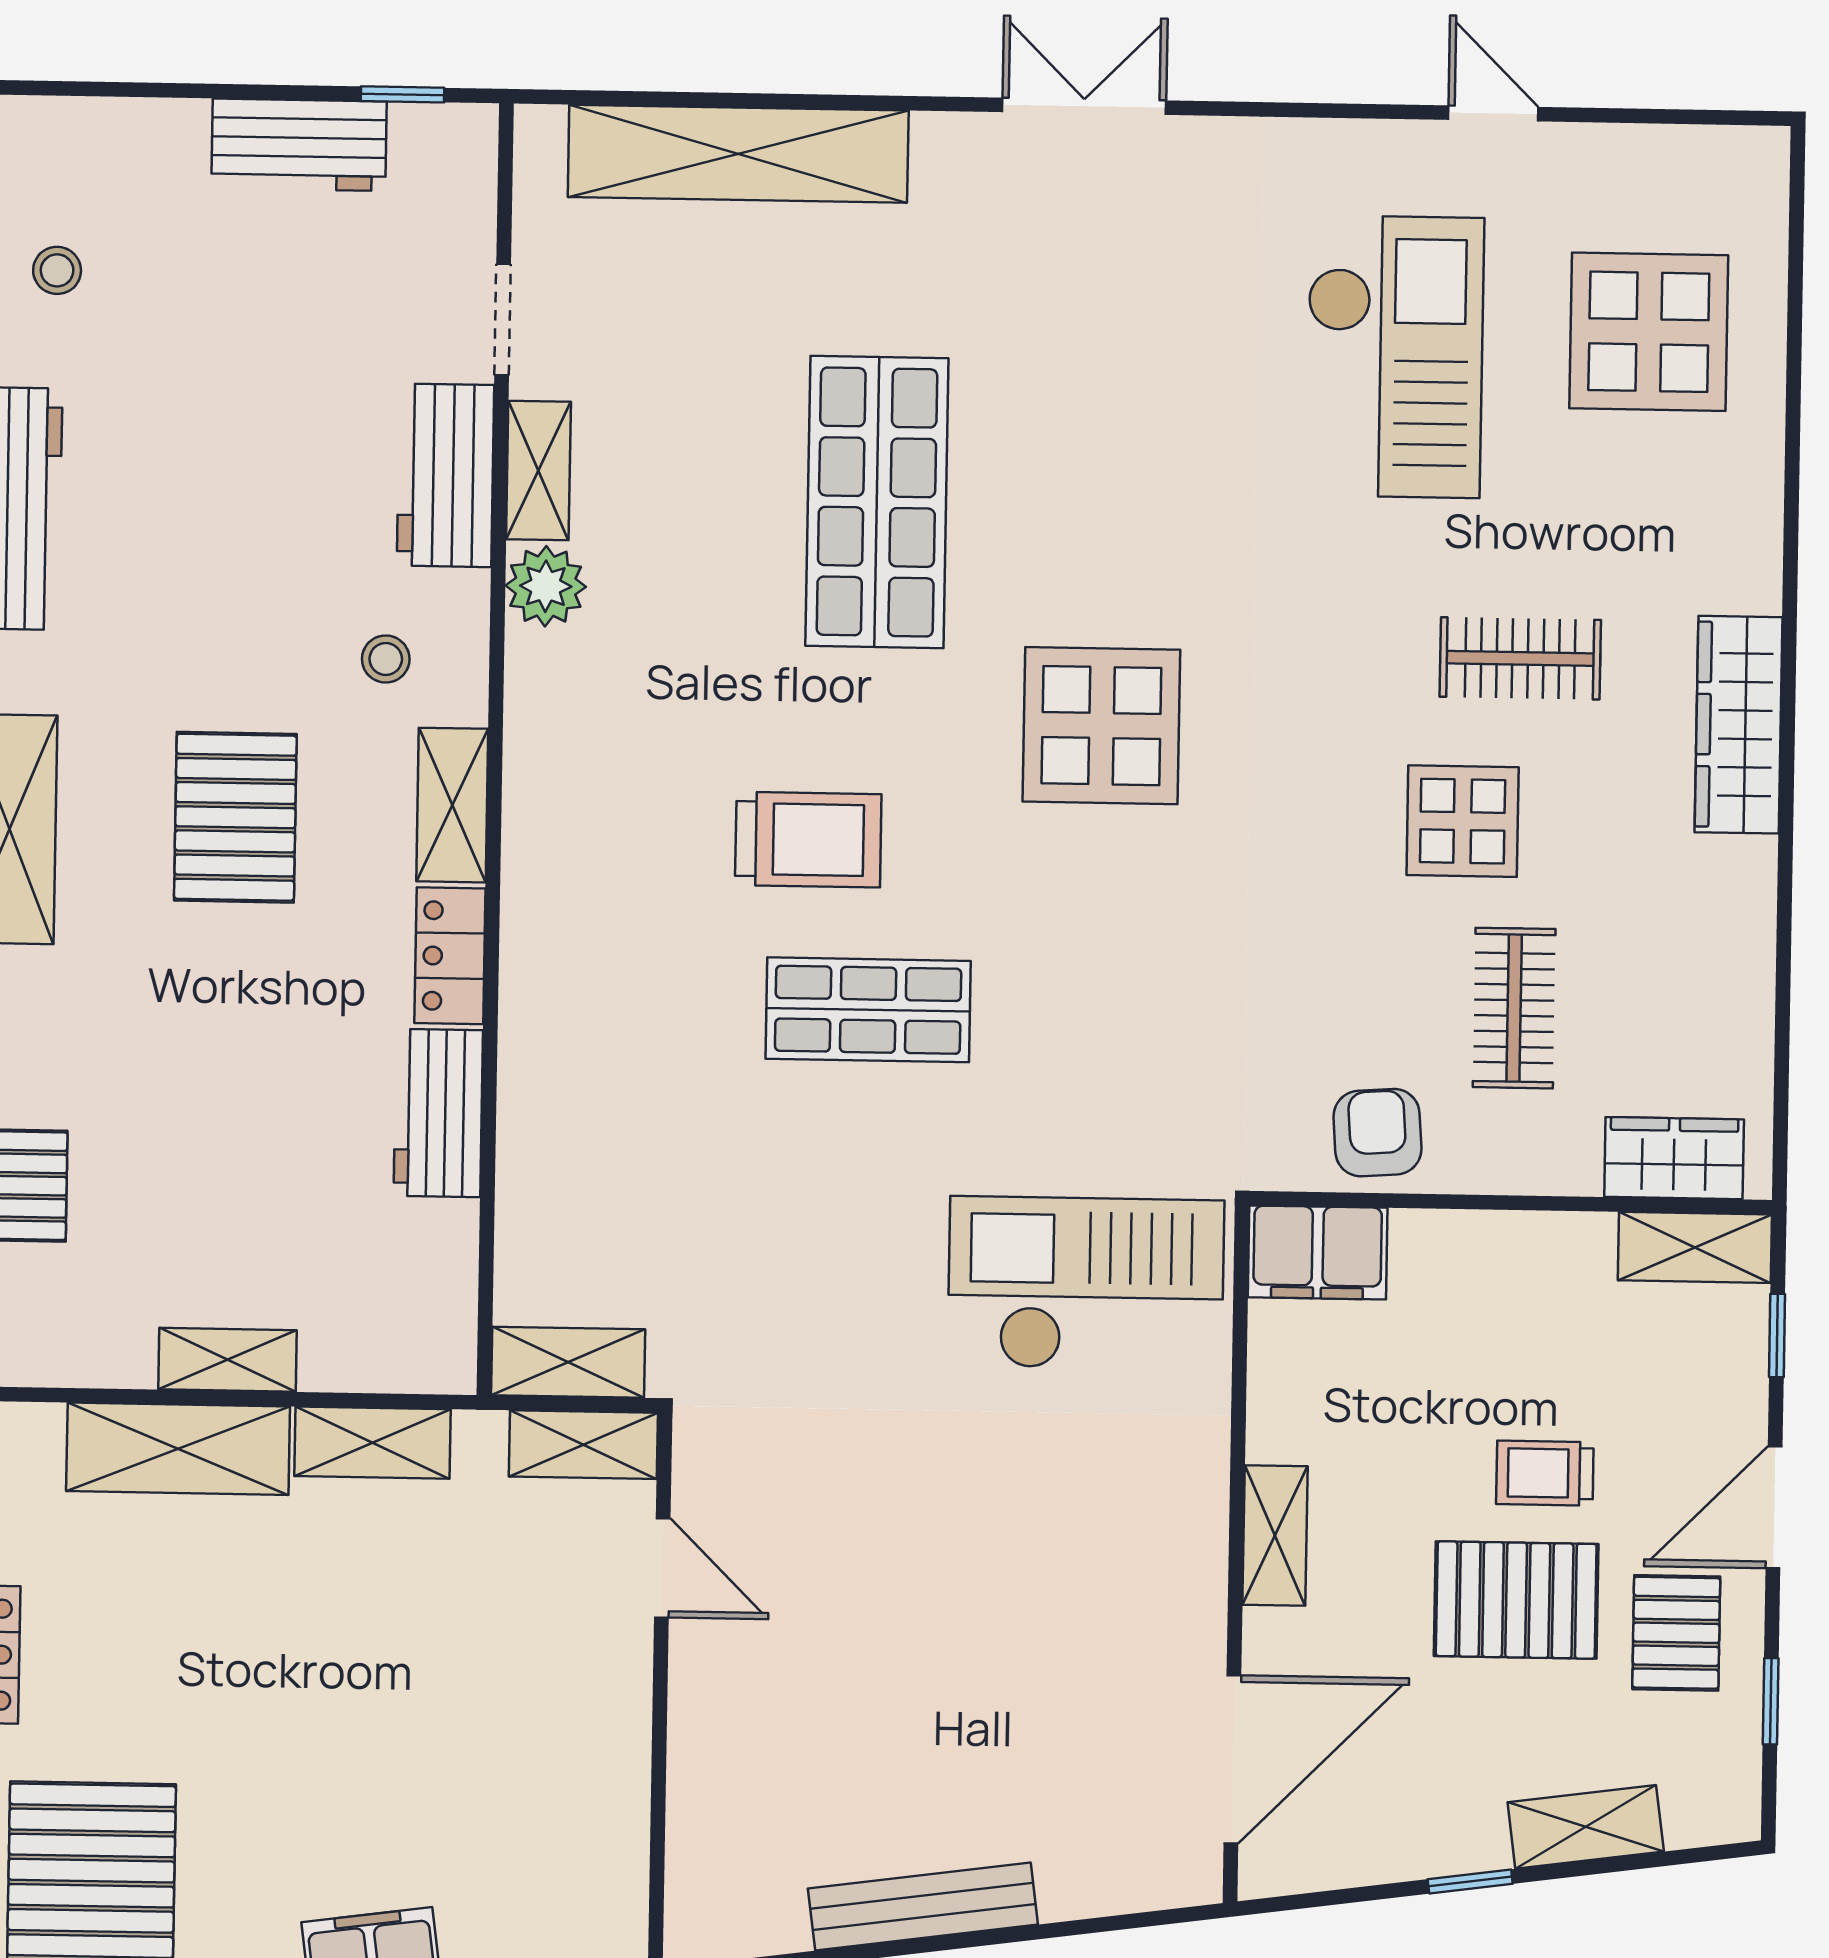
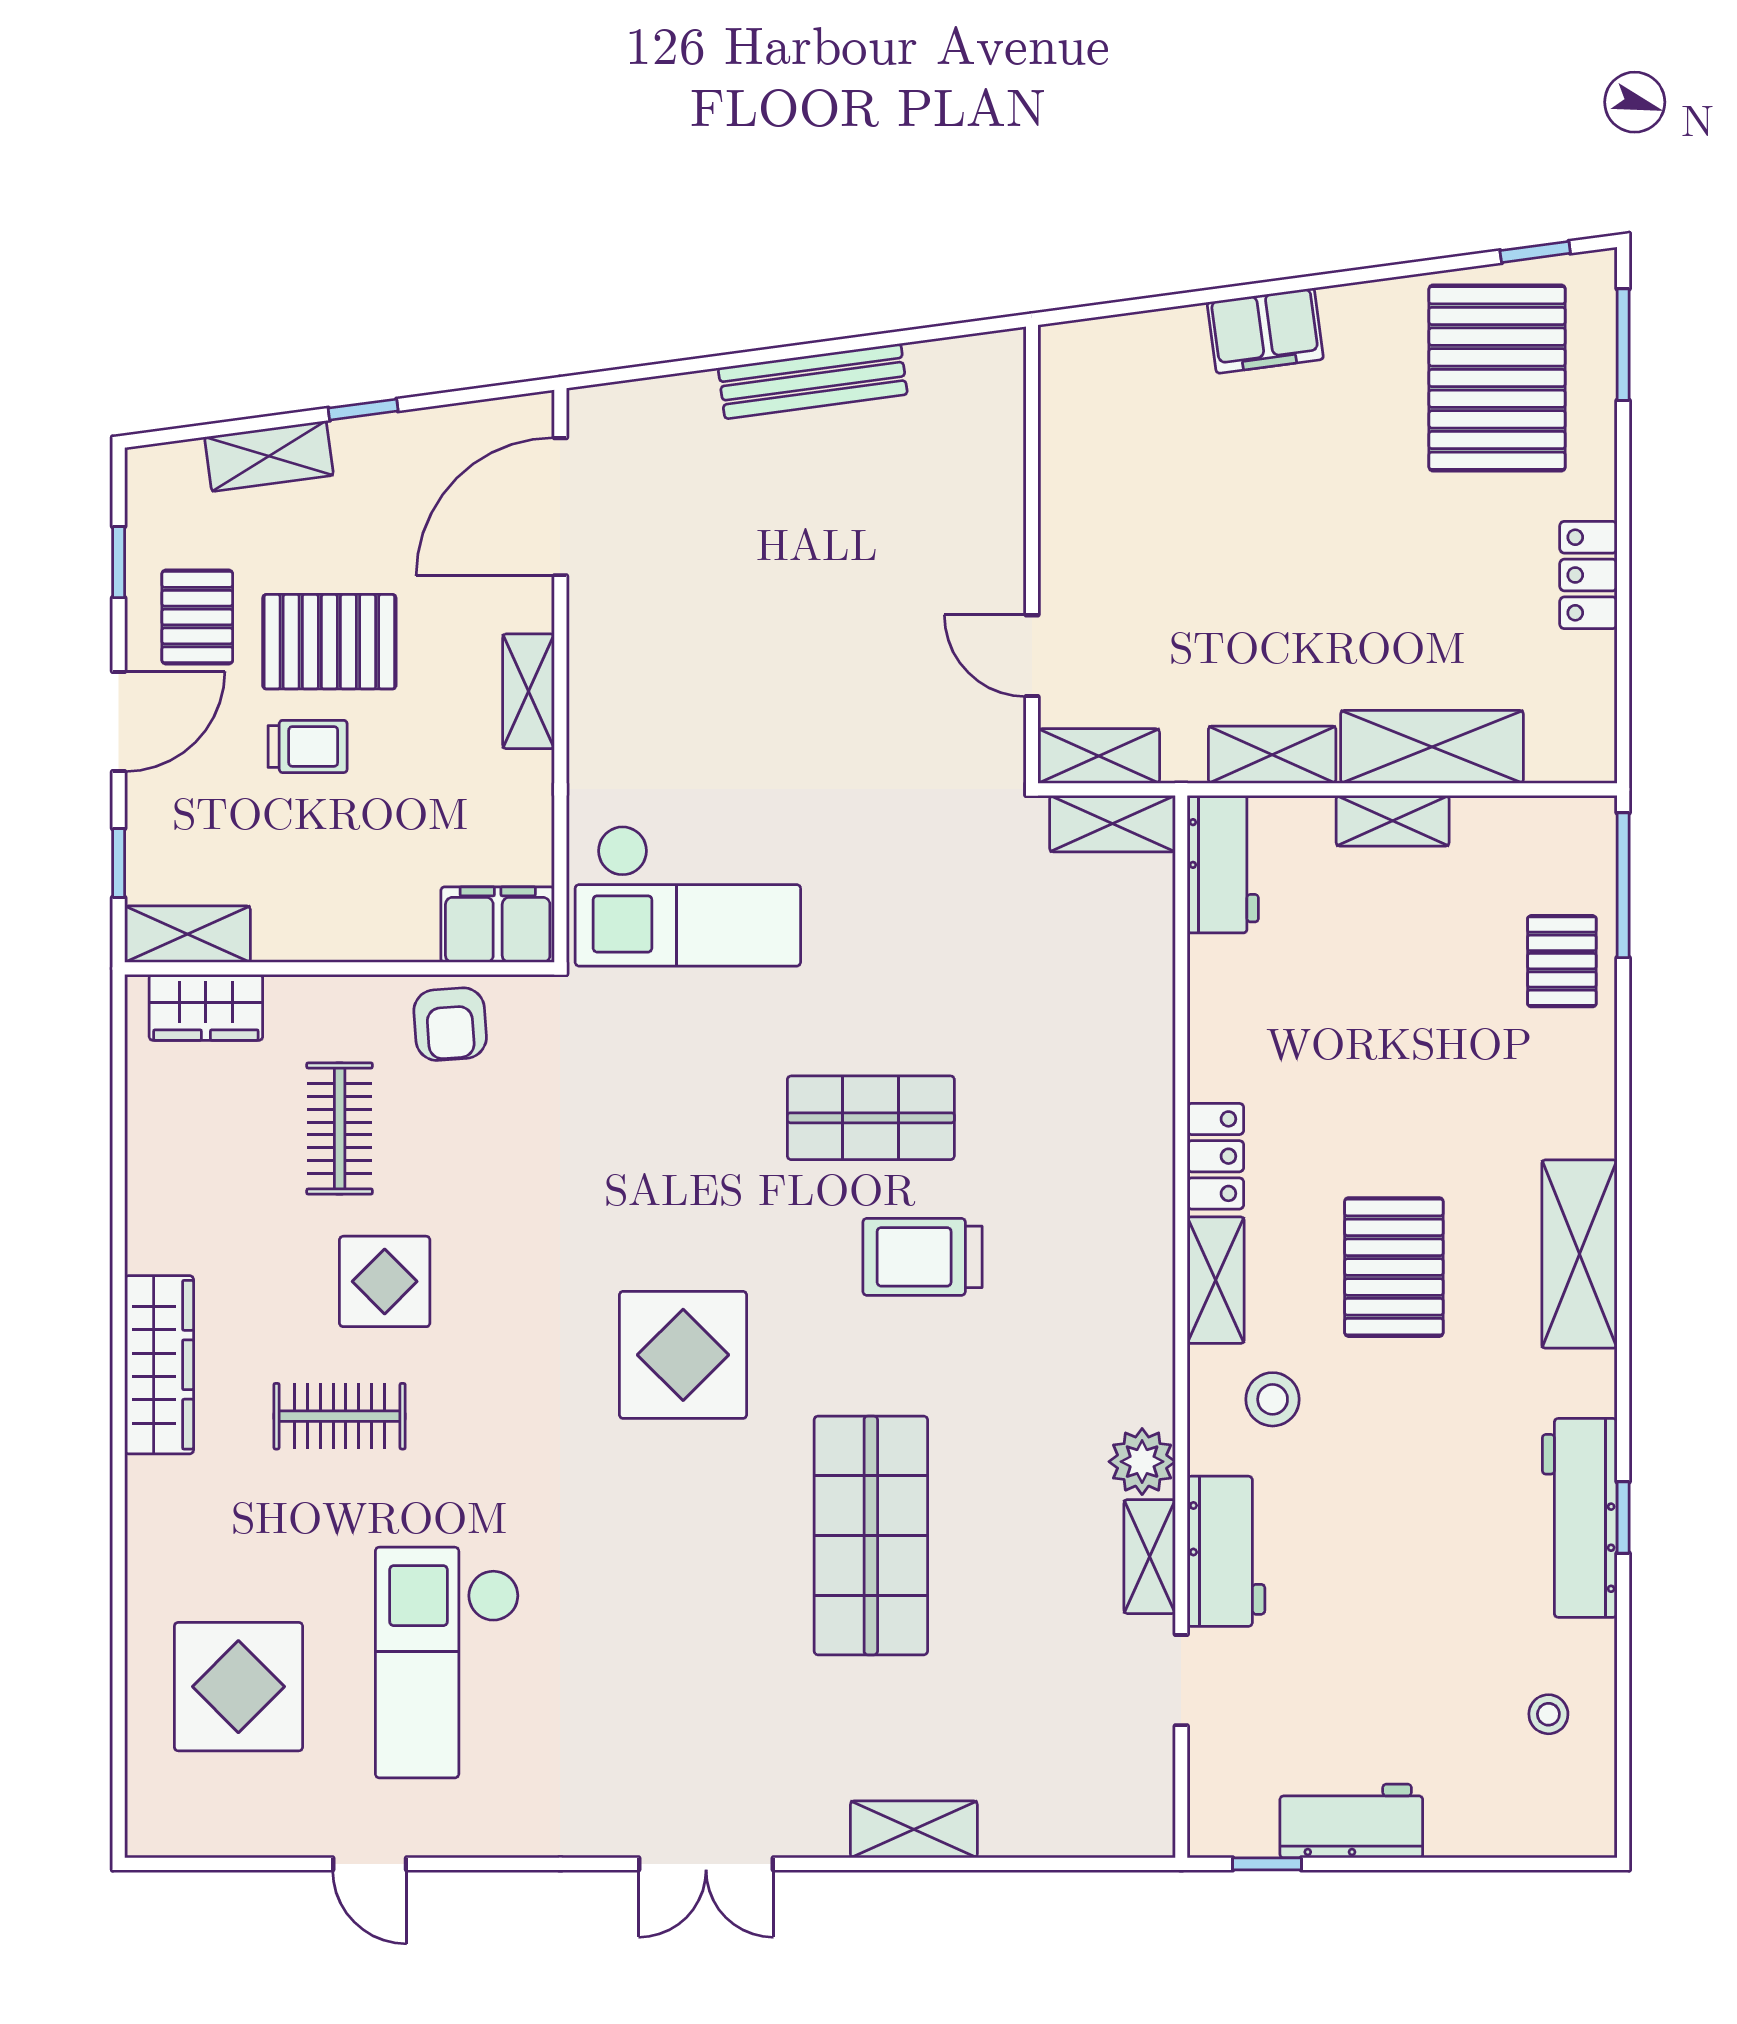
shelving: (738, 154) -> (914, 1829), width x0.45, depth x0.75
stool: (386, 659) -> (1273, 1399), width x1.37, depth x1.37
workbench: (438, 1113) -> (1223, 864), moved

